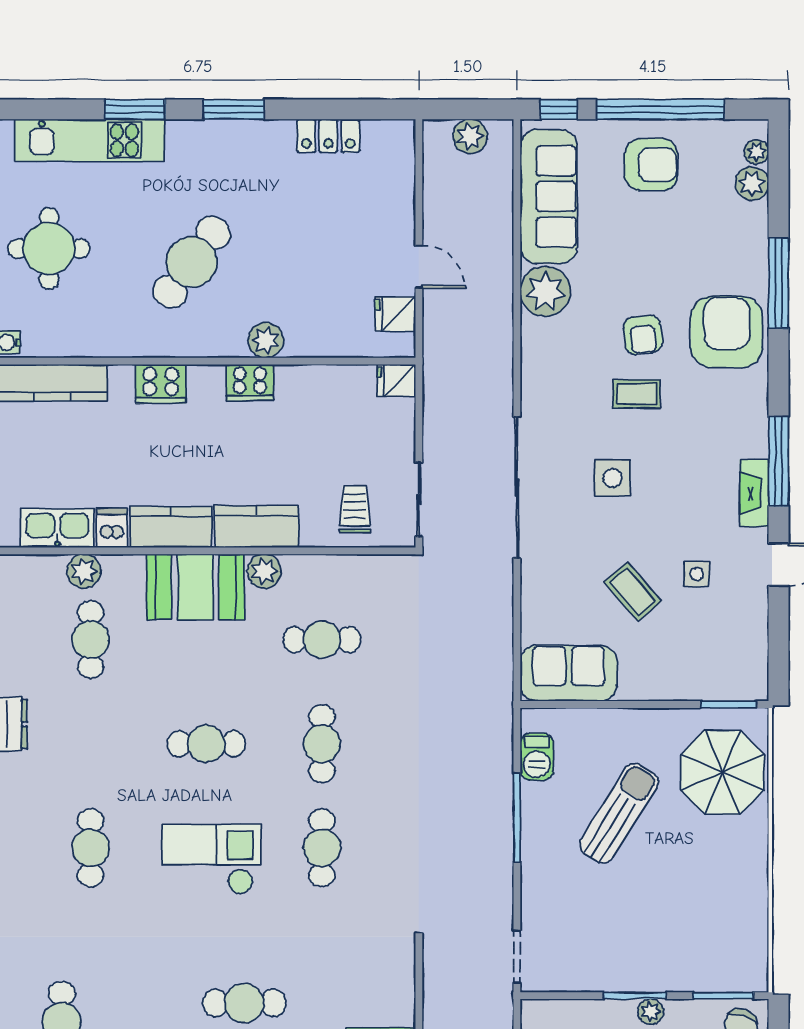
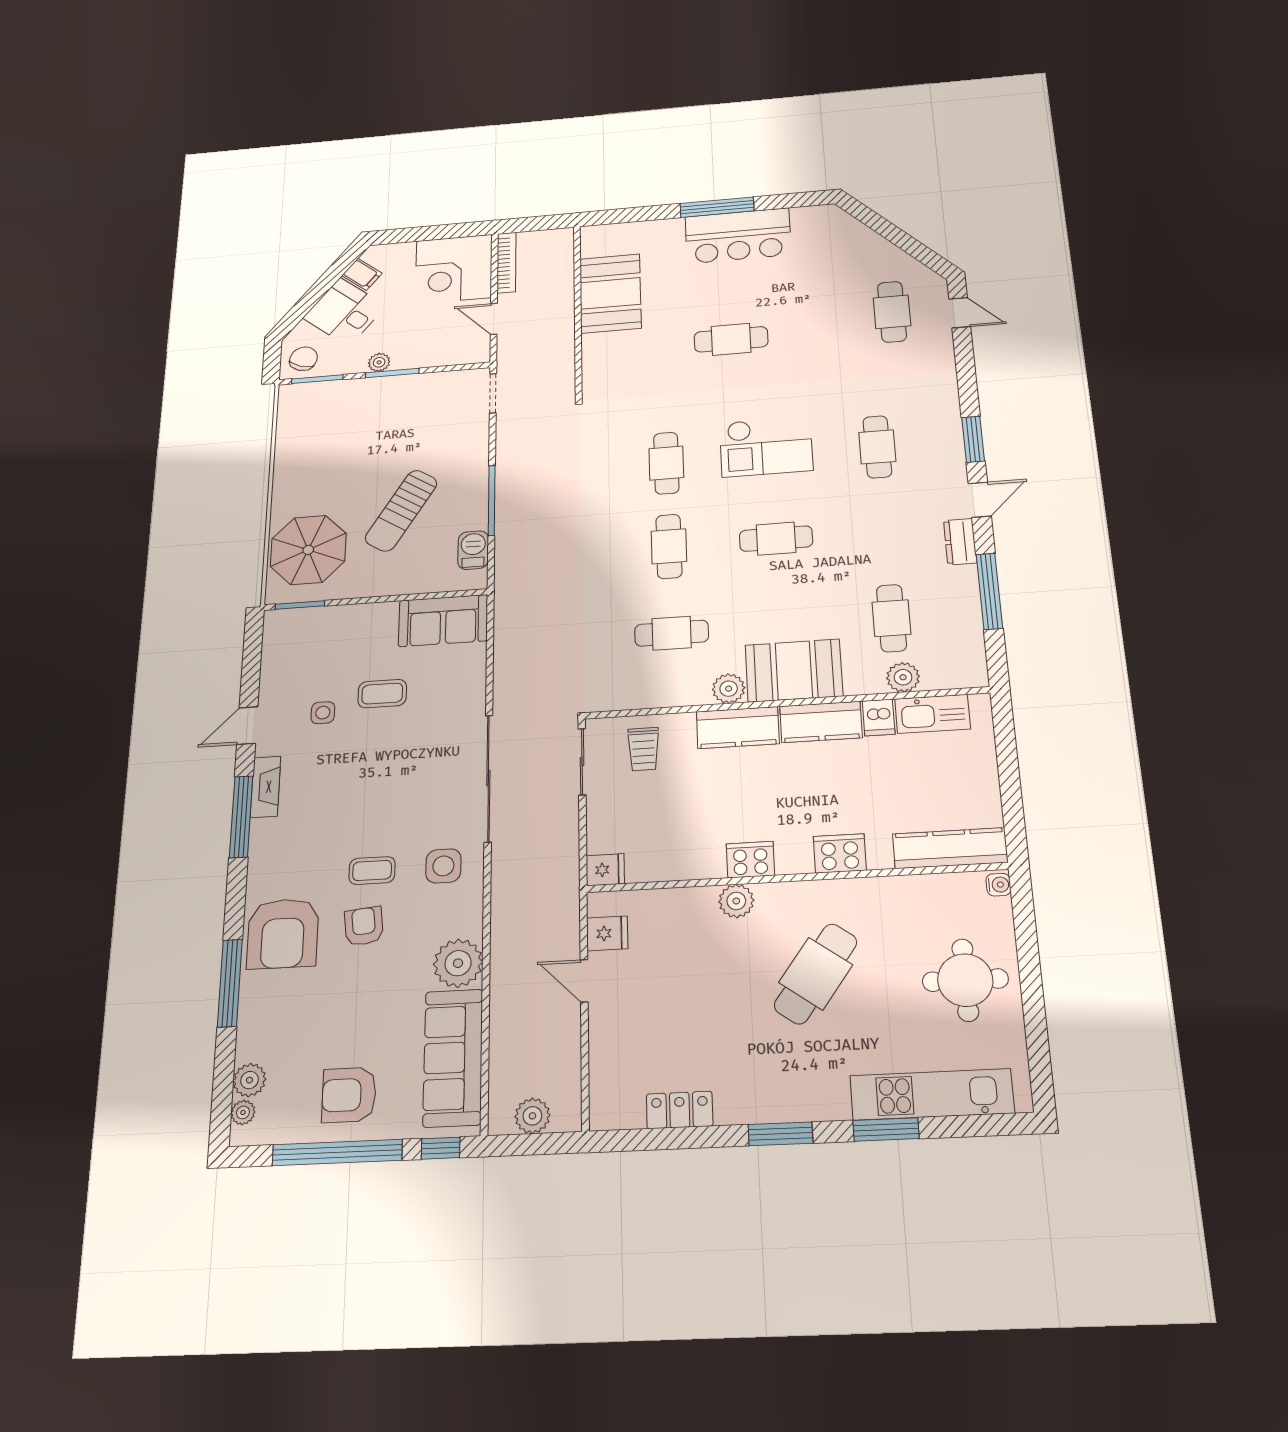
side table: (612, 478) -> (443, 866), moved
coffee table: (633, 592) -> (382, 694), turned -49

